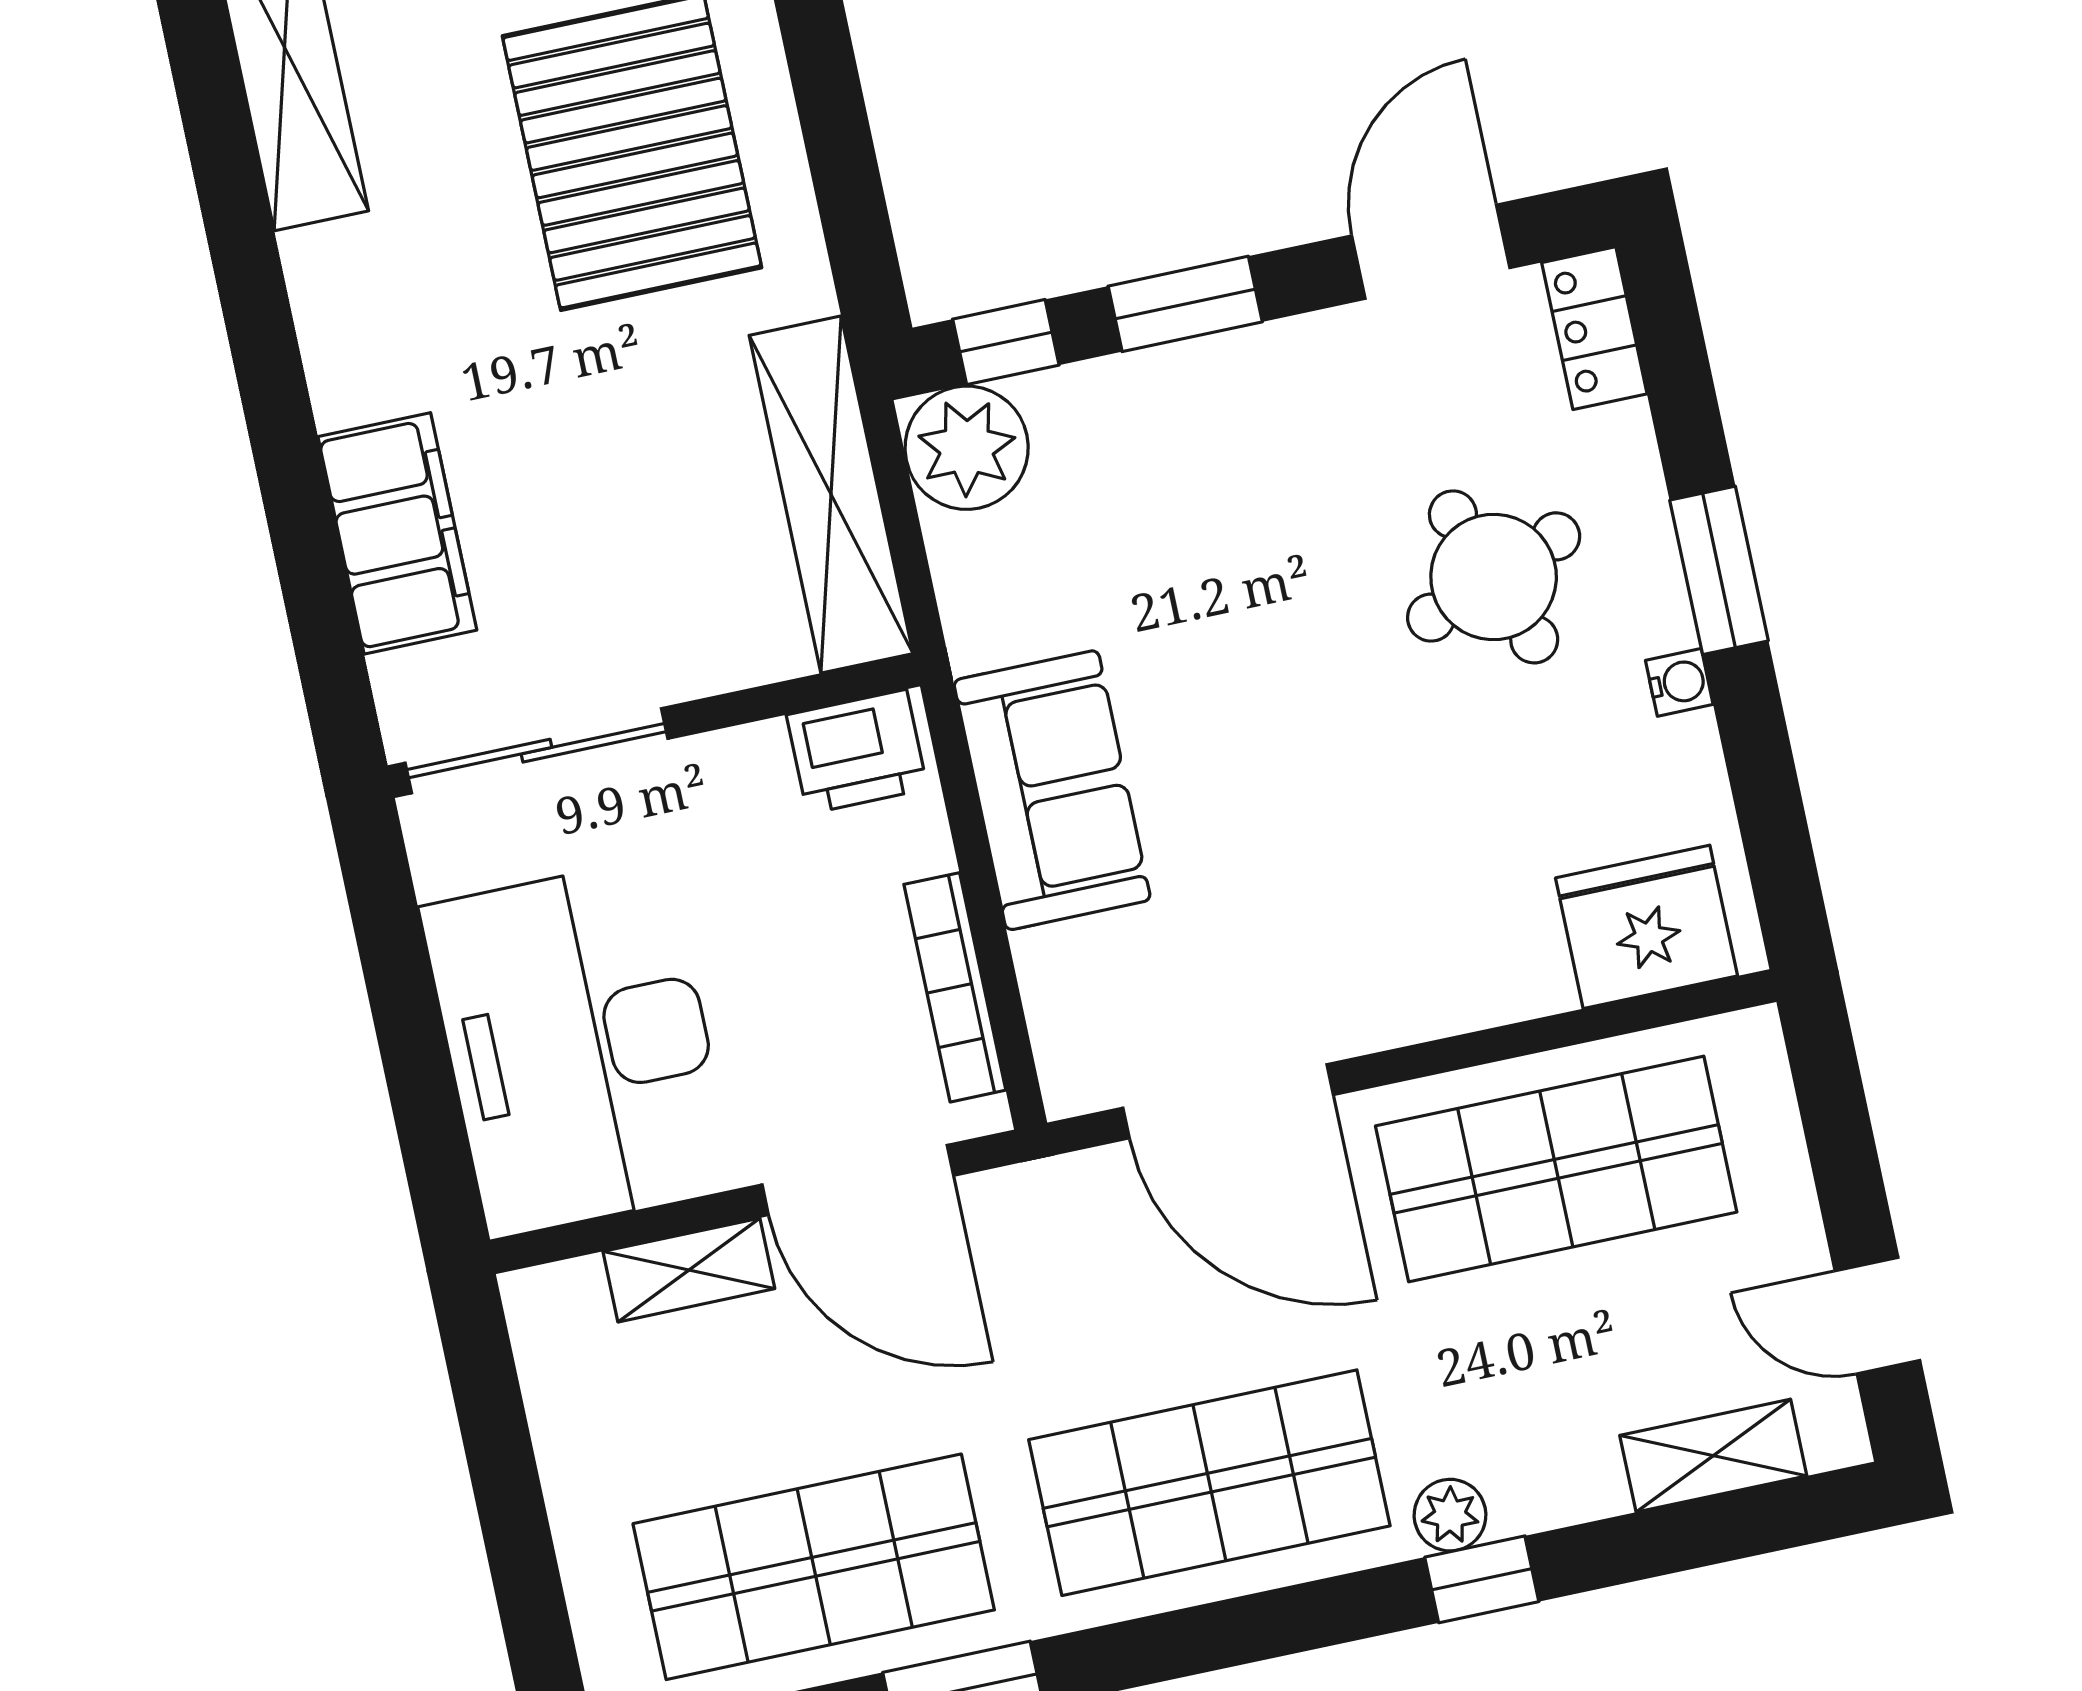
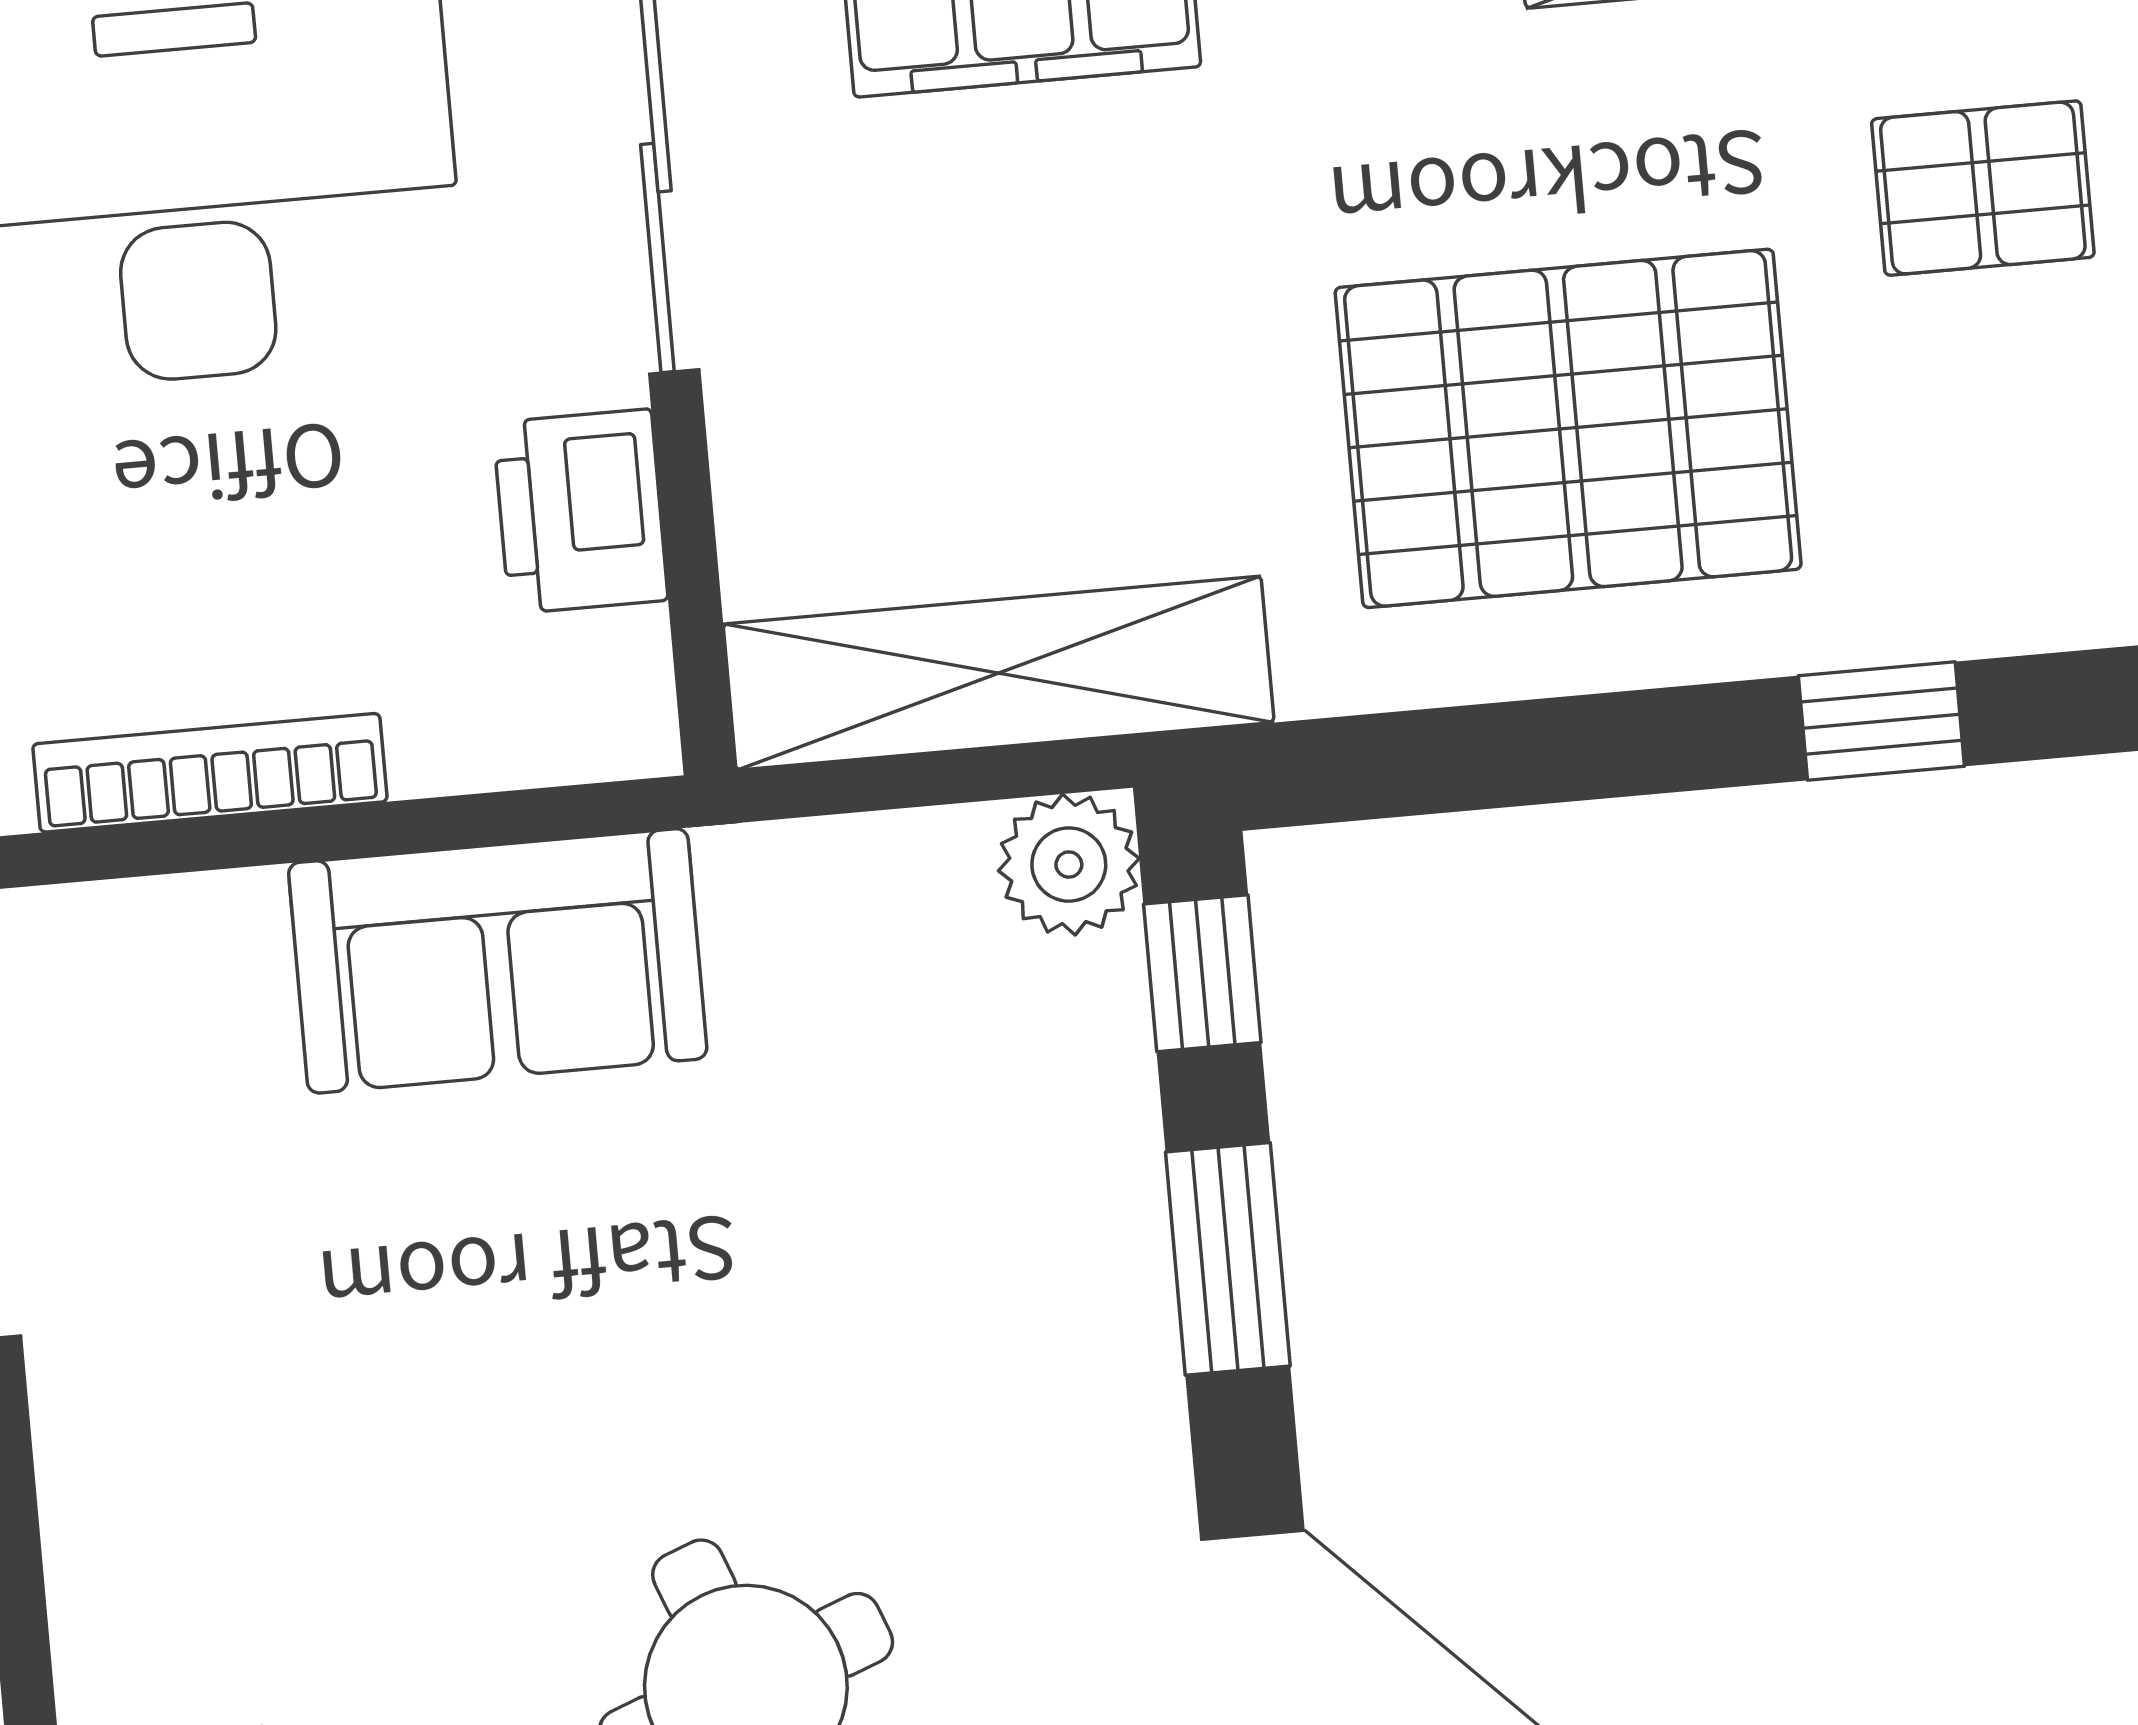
plant: (967, 448) -> (1069, 865), width x0.73, depth x0.73
printer: (857, 752) -> (580, 511), moved

